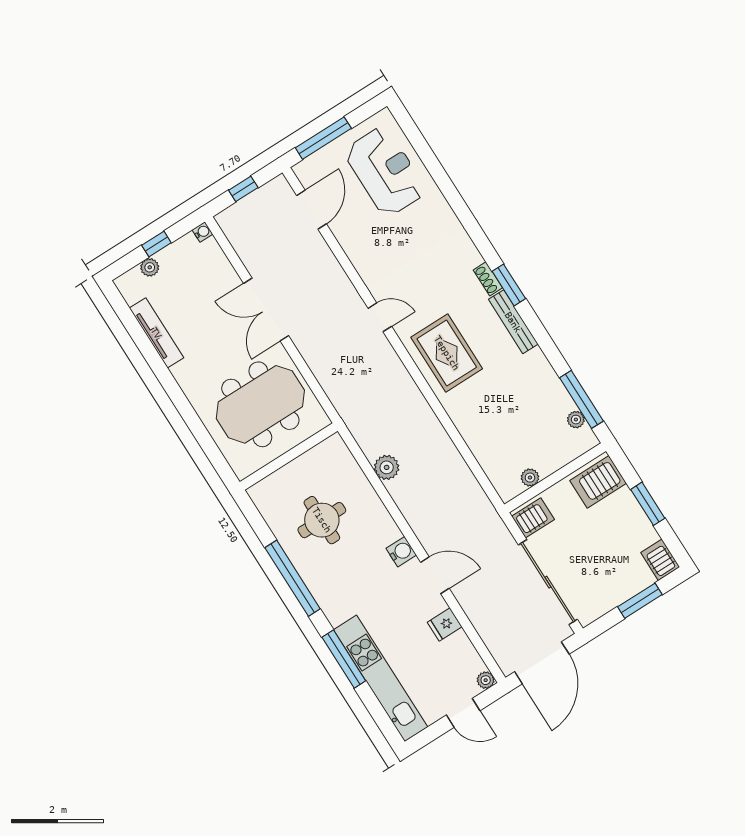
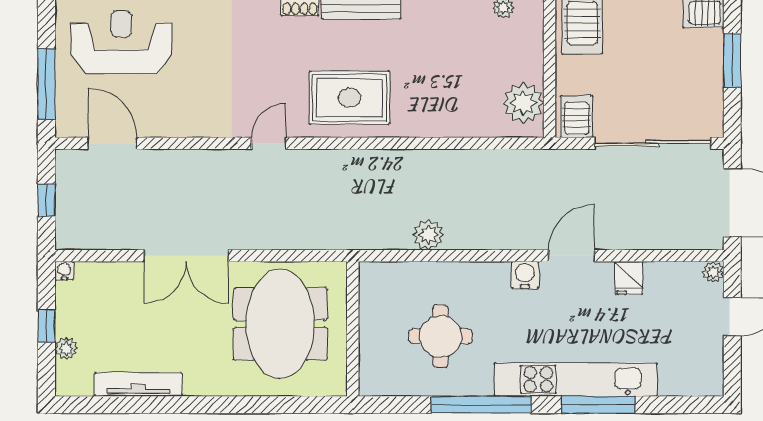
plant: (530, 478) -> (523, 103), width x1.88, depth x1.88
kitchen unit: (381, 678) -> (576, 379), moved

